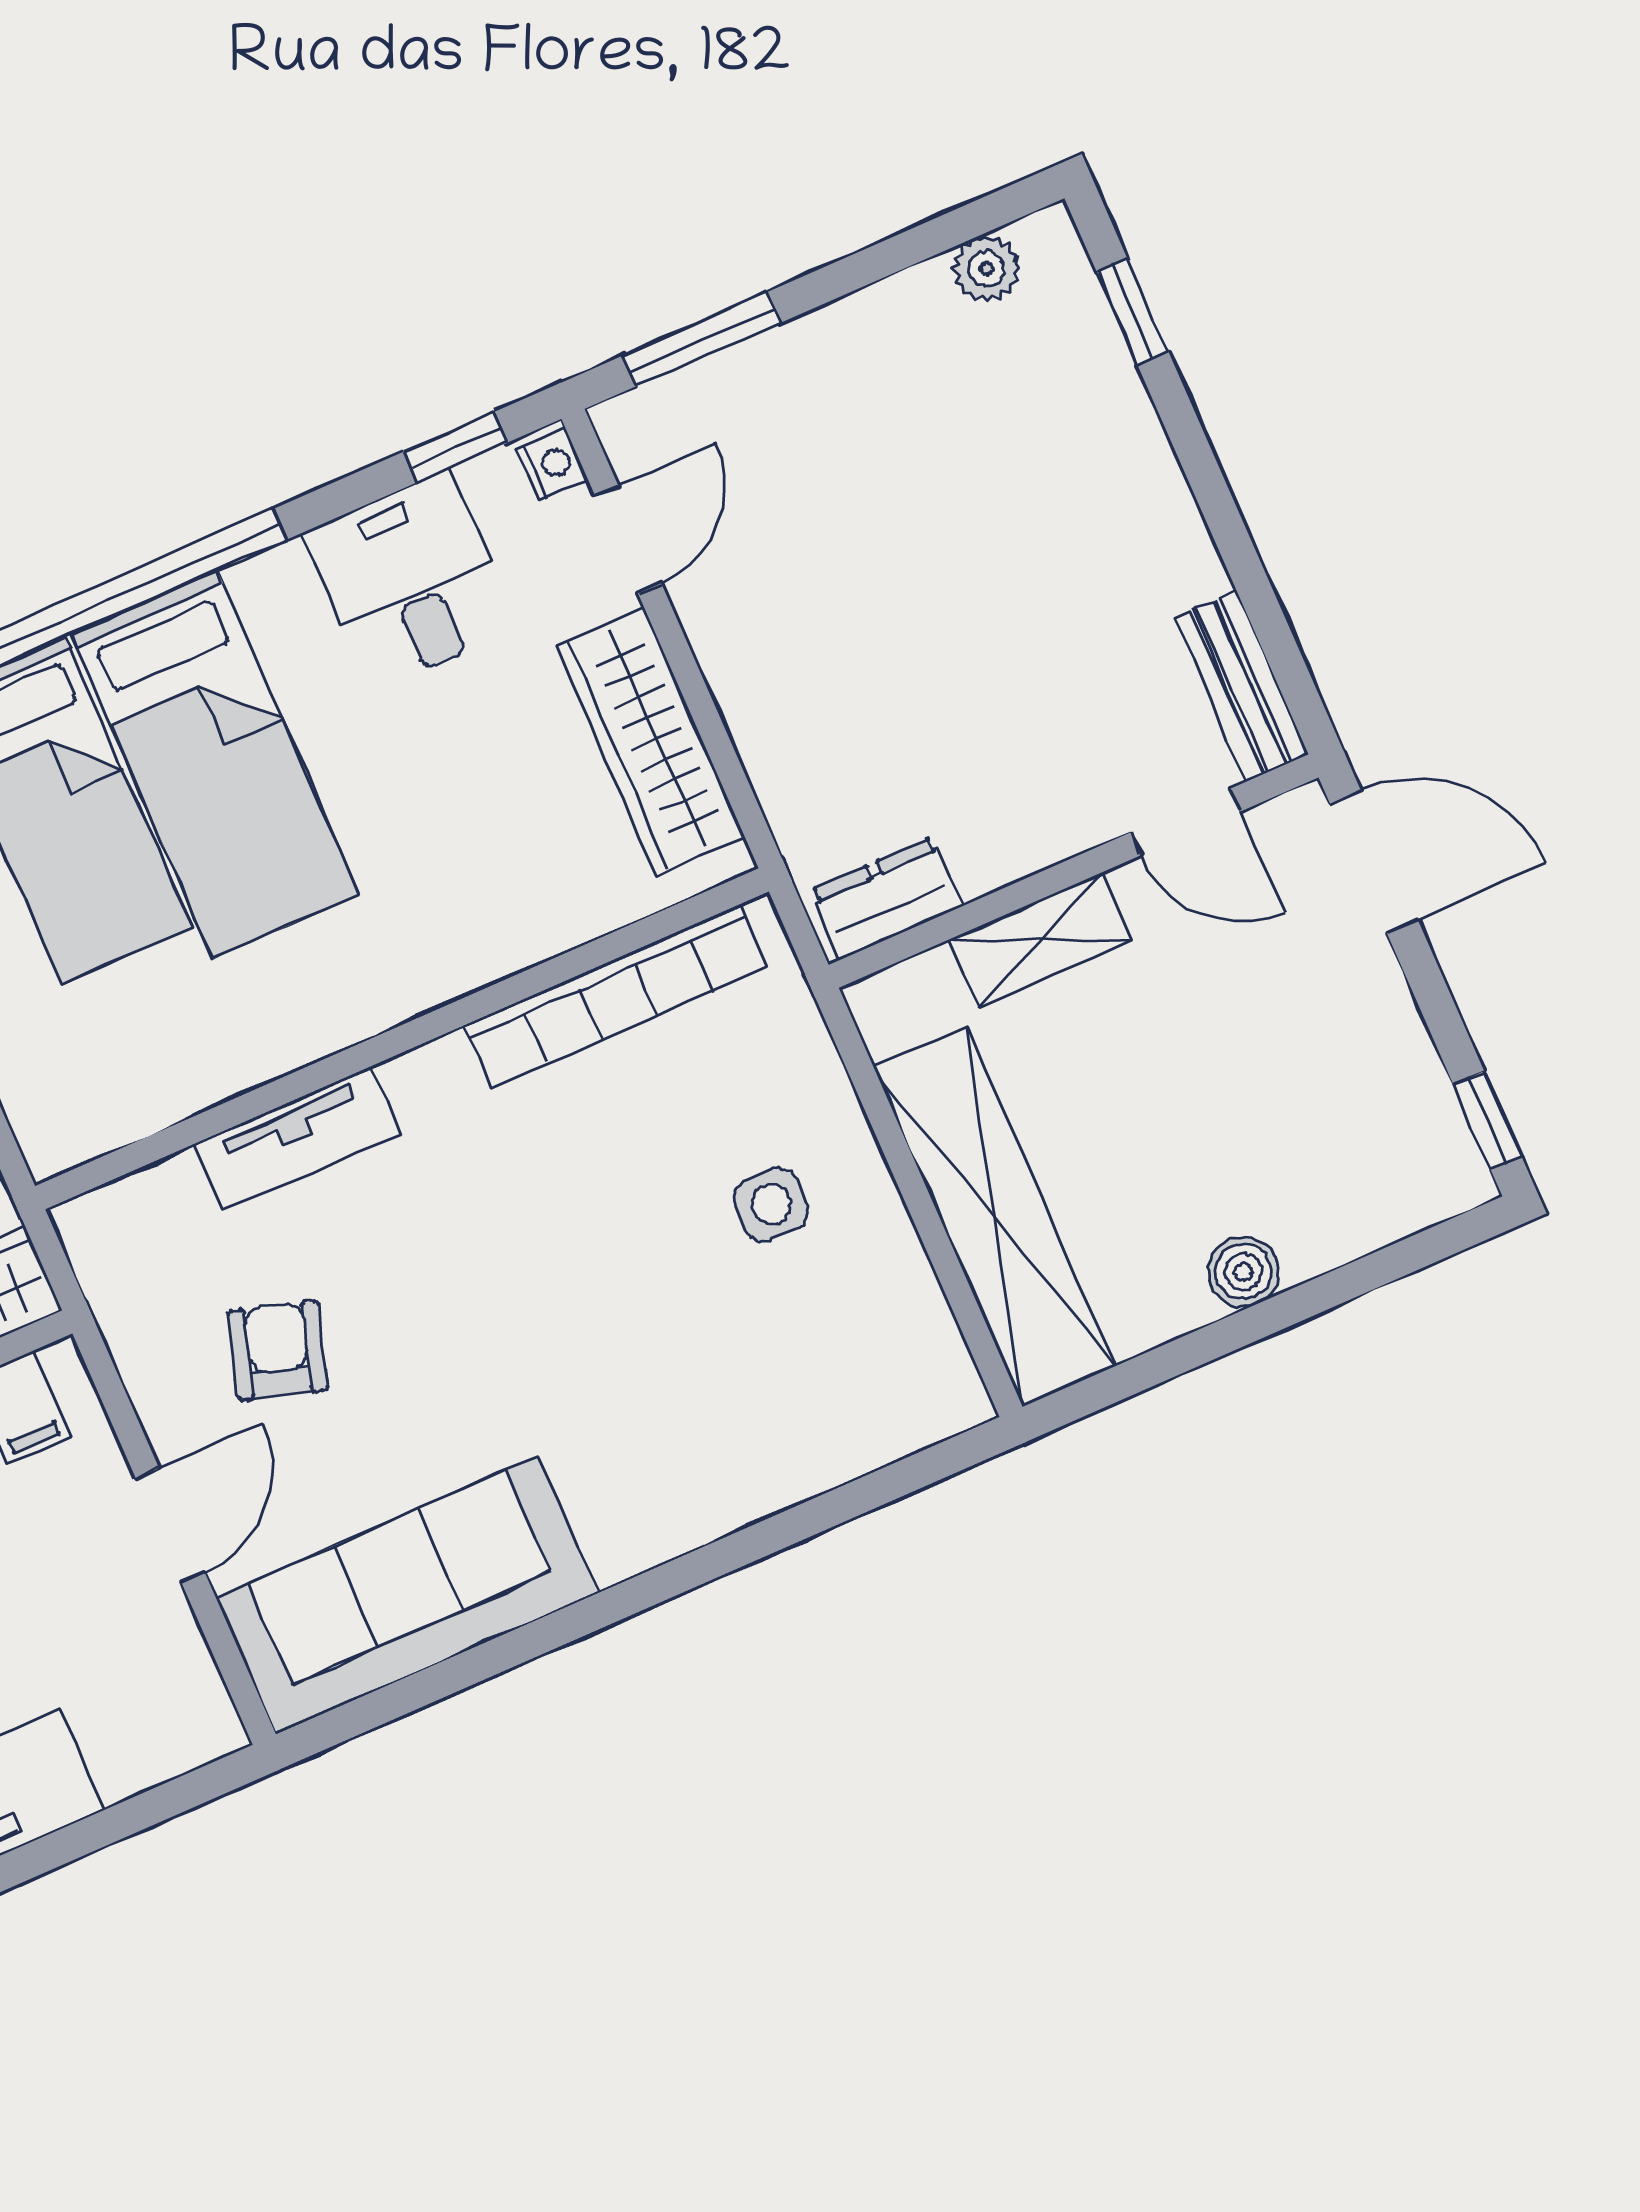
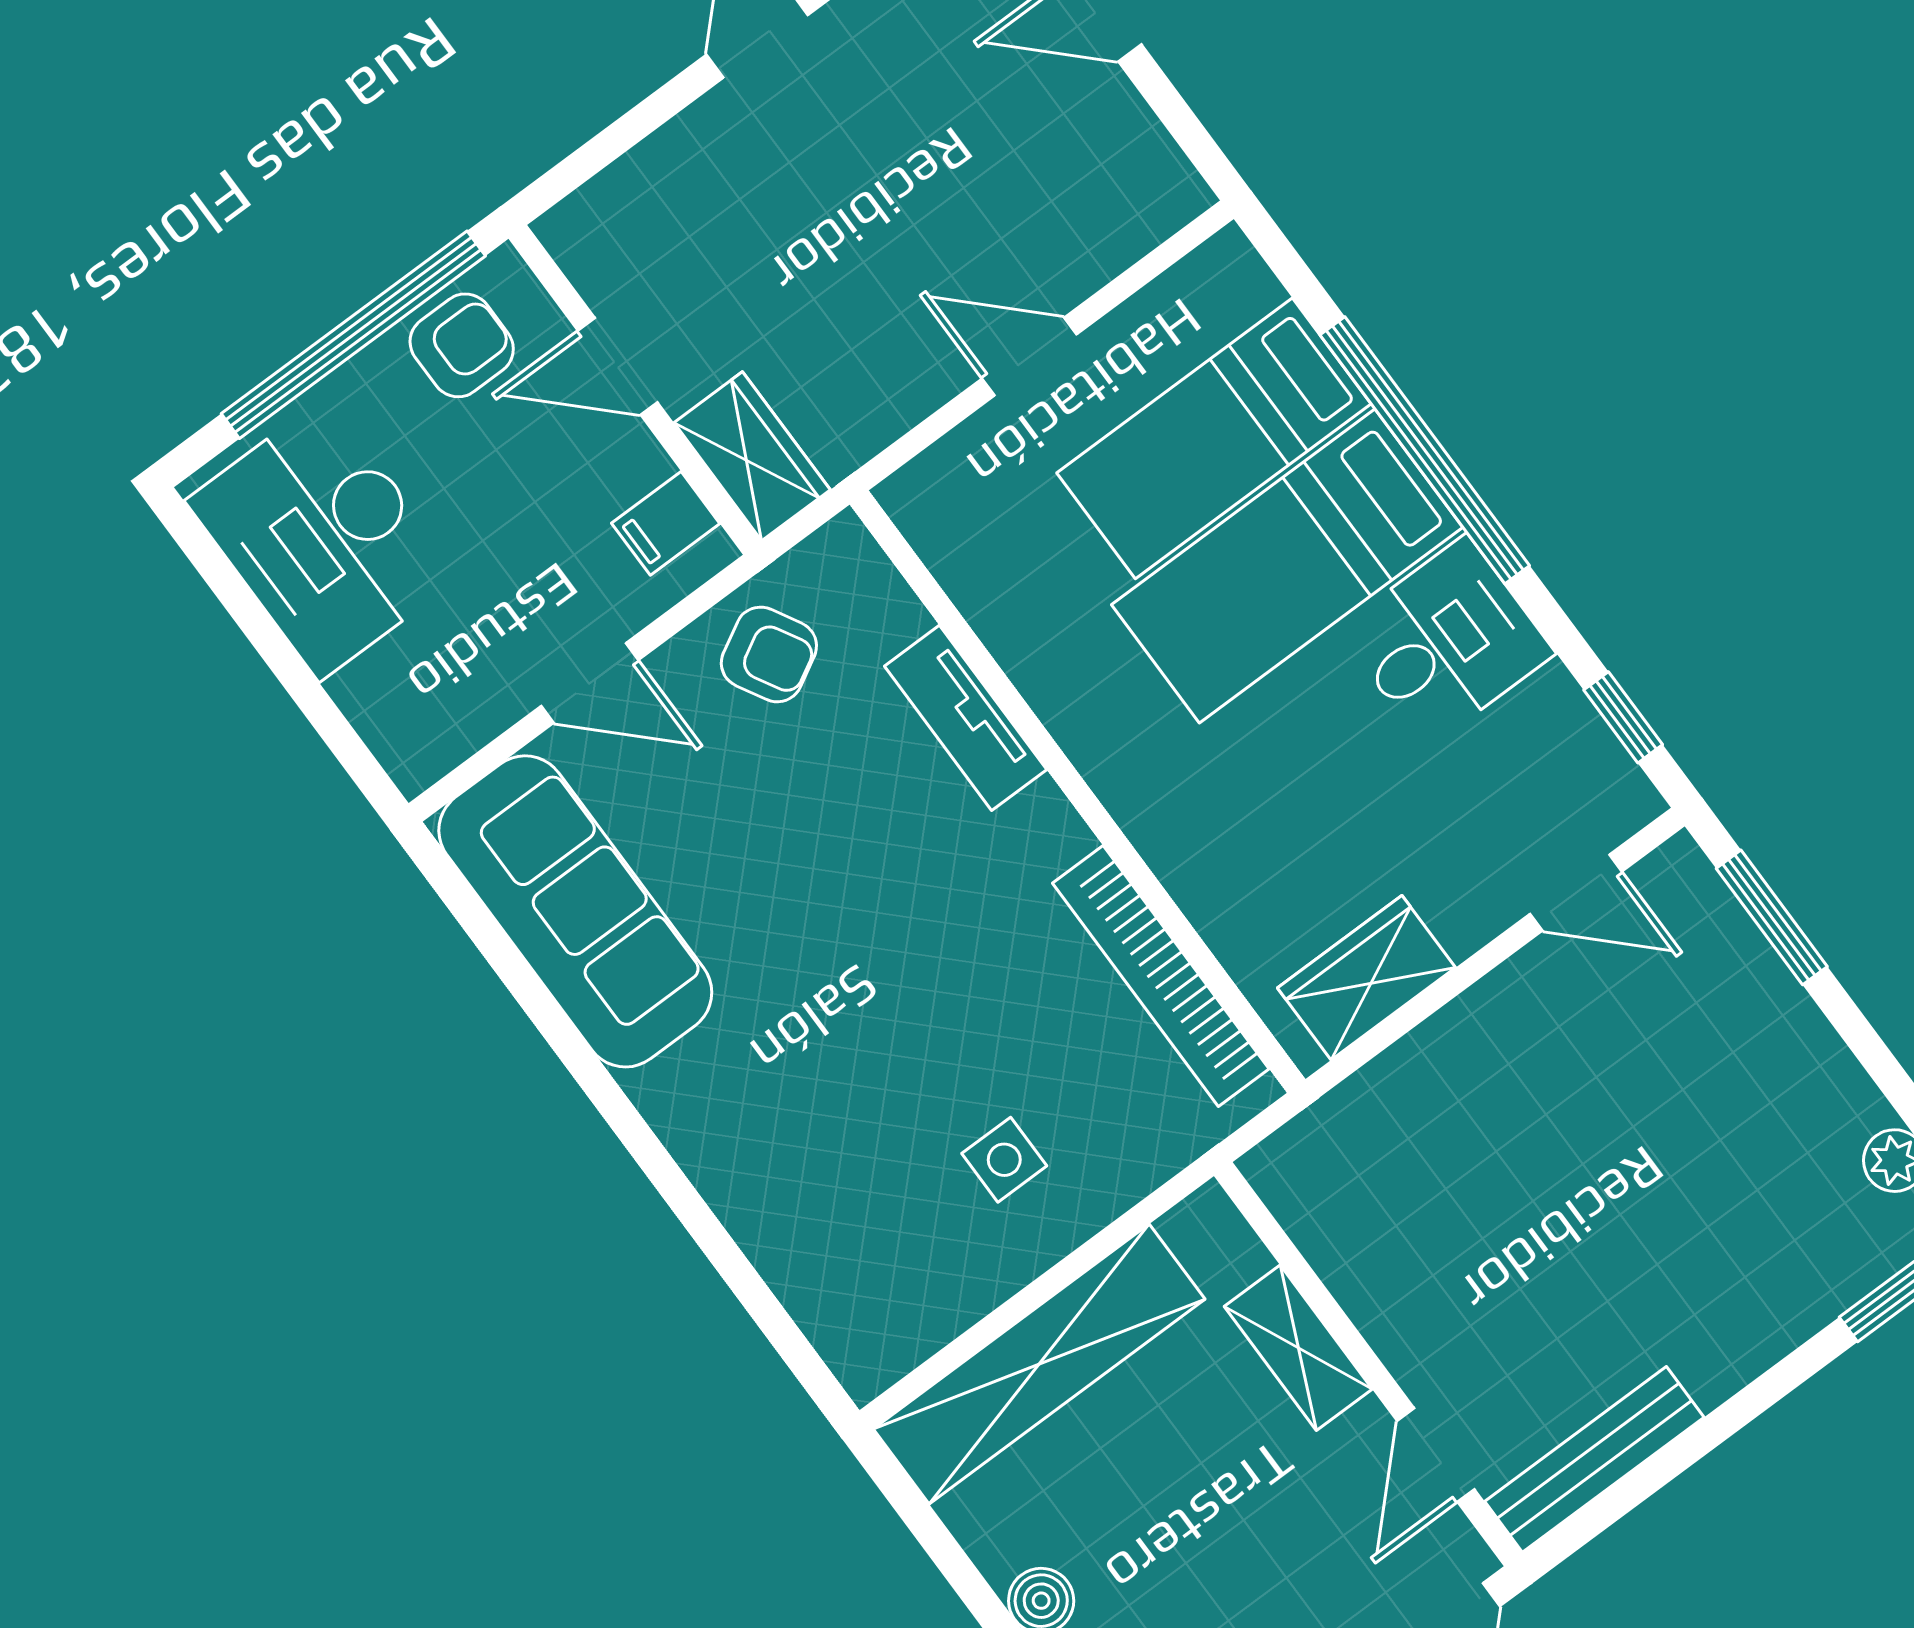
nightstand: (552, 465) -> (1628, 809), removed
desk: (411, 581) -> (1446, 641), moved
bench: (1241, 686) -> (1594, 1459), width x1.36
wardrobe: (650, 742) -> (1366, 978), width x0.67
dresser: (886, 898) -> (1305, 1201), removed
armchair: (278, 1350) -> (769, 654), moved, turned 44

